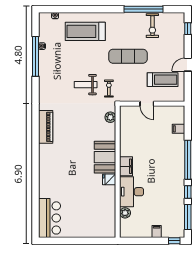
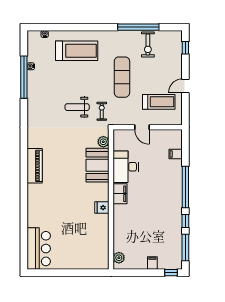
treadmill: (85, 31) -> (77, 51), turned 180
exercise mat: (128, 56) -> (122, 77), turned 90
piano: (46, 127) -> (35, 166), moved
booth: (105, 157) -> (98, 165), moved
desk: (132, 192) -> (126, 167), moved
plant: (125, 213) -> (119, 258), moved

